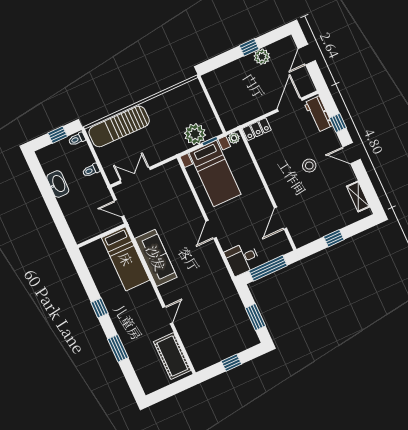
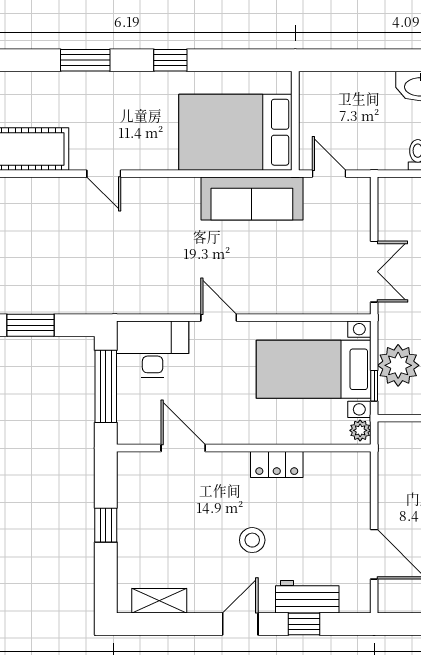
workbench: (318, 114) -> (307, 597), moved
locker: (257, 129) -> (277, 464), moved, turned -90
double door: (135, 175) -> (374, 272), moved
door: (119, 208) -> (329, 174), hinge flipped
sofa: (156, 258) -> (252, 199), moved
bed: (126, 259) -> (235, 132), width x1.50
desk: (242, 259) -> (153, 349), width x1.37

